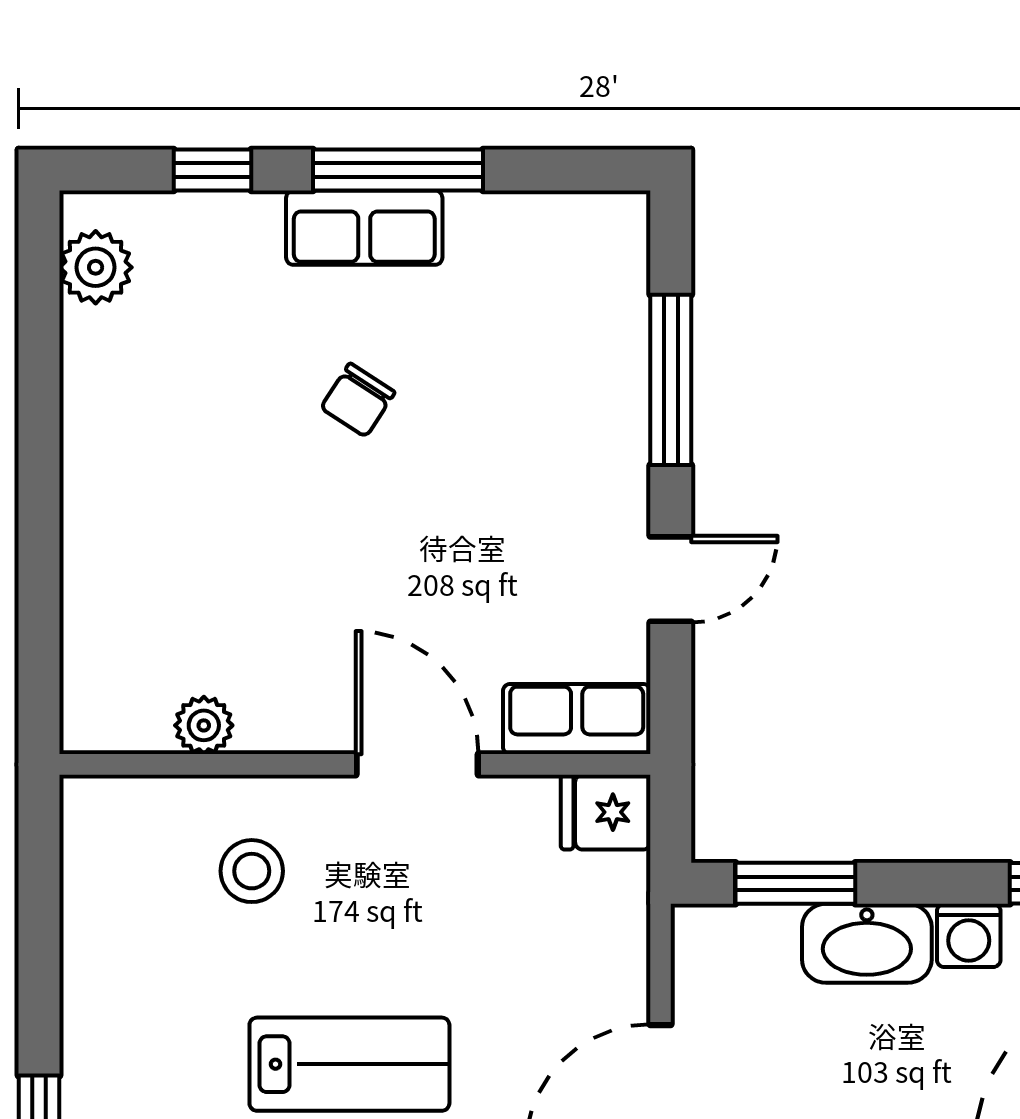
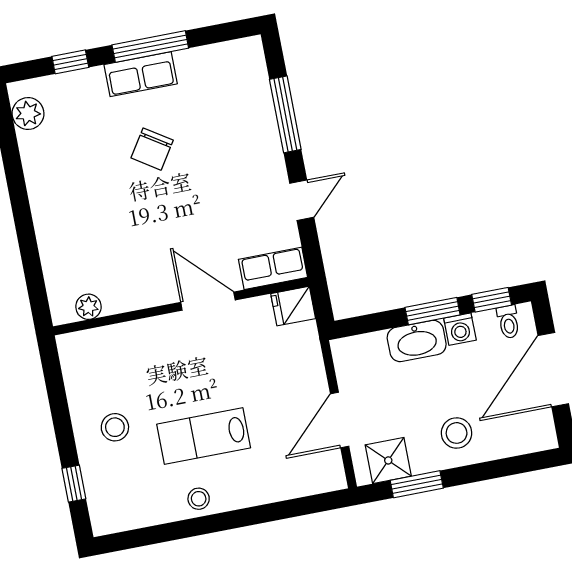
chair: (358, 400) -> (152, 149), width x1.37, depth x1.37
plant: (204, 725) -> (88, 307), moved
stool: (252, 871) -> (115, 427), moved
window: (795, 883) -> (433, 311), moved
lab bench: (349, 1064) -> (204, 436), turned 180

